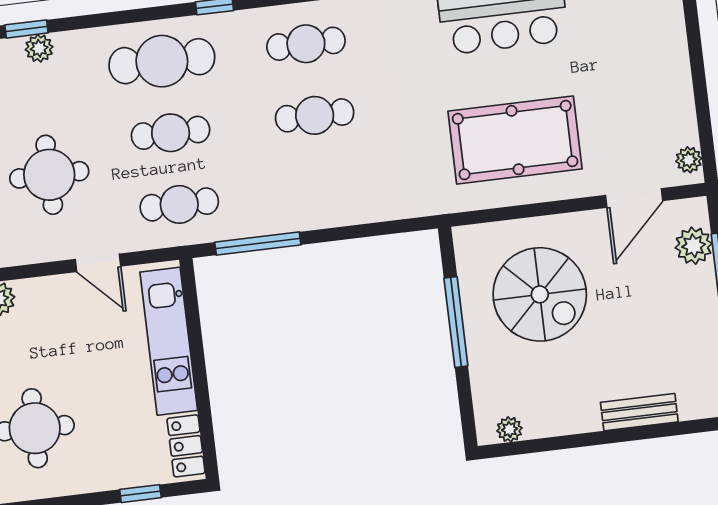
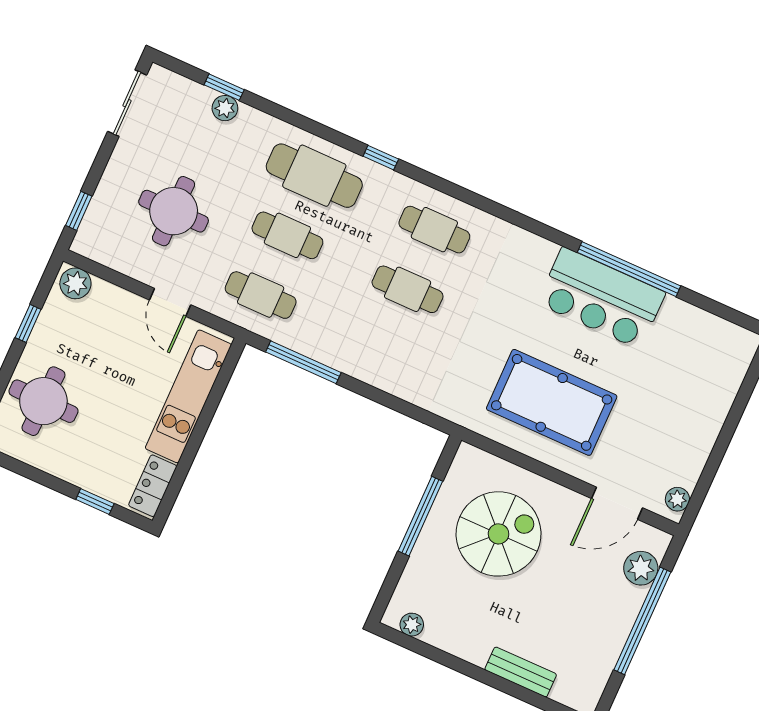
spiral stairs: (540, 294) -> (499, 534), turned -90

